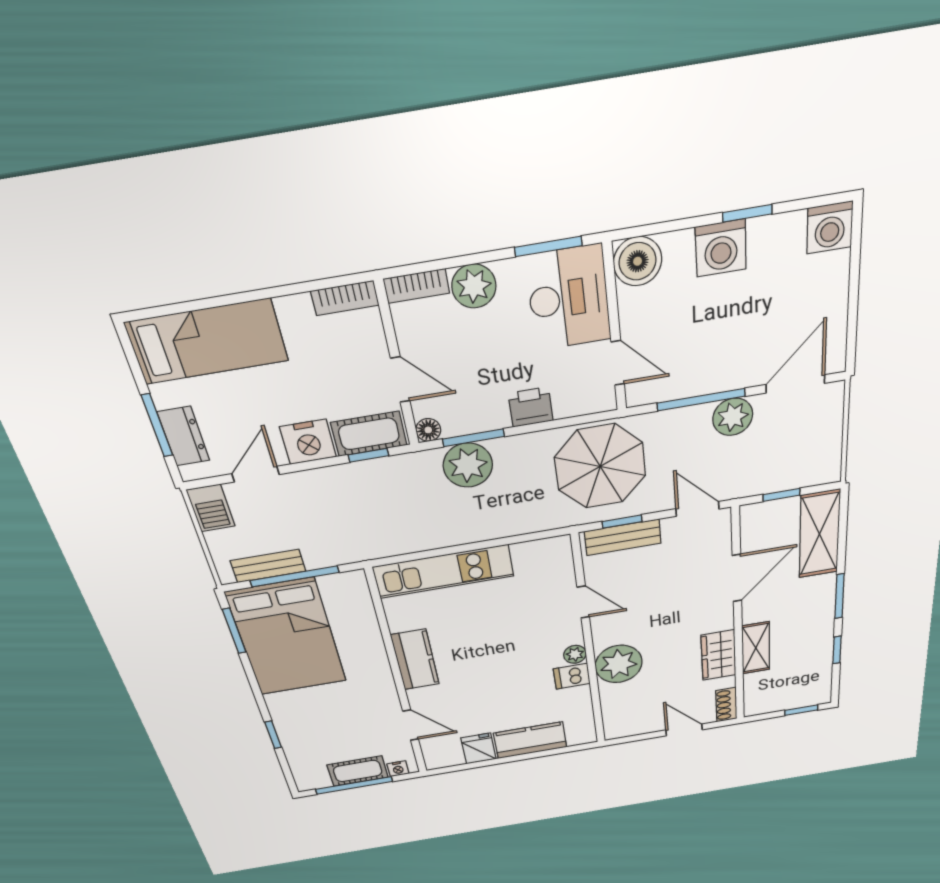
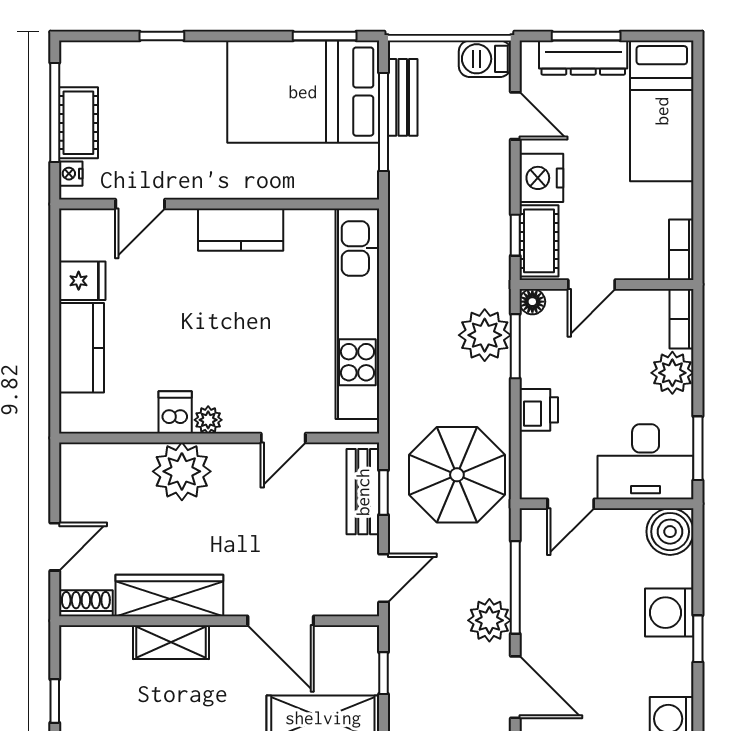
dresser: (184, 436) -> (583, 58), width x1.44
kitchen unit: (444, 571) -> (357, 314), width x1.36
wardrobe: (718, 655) -> (169, 595), width x1.50

